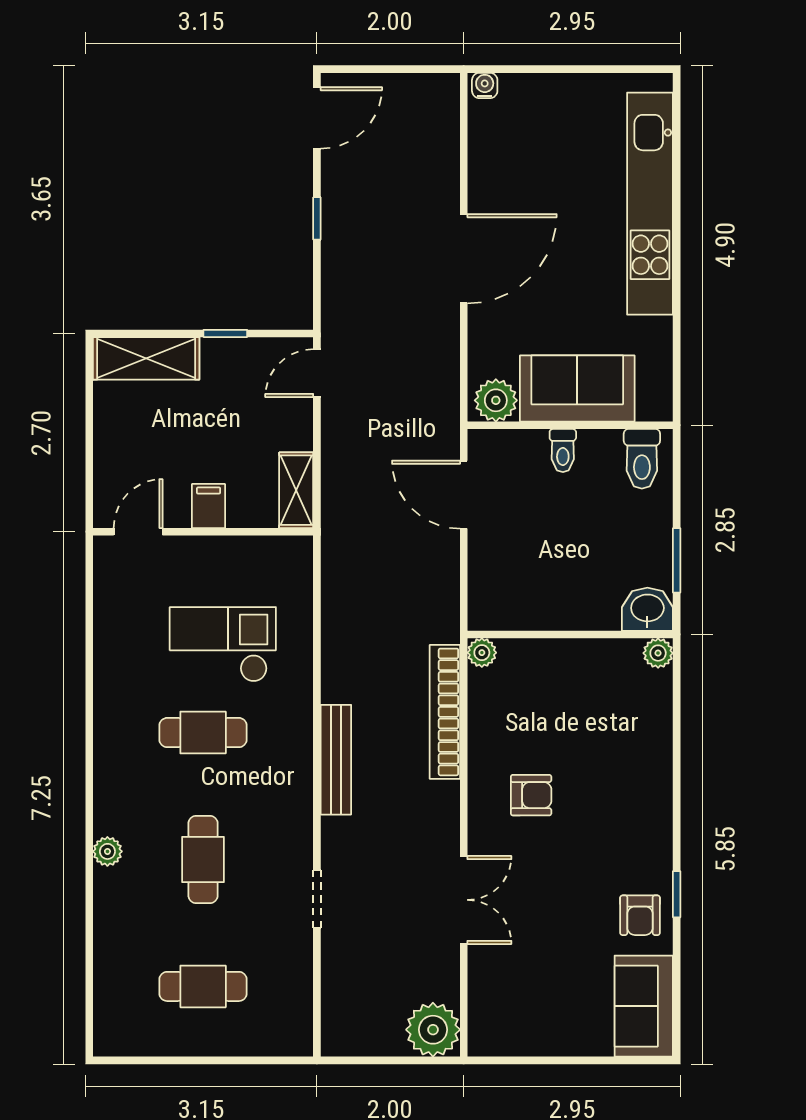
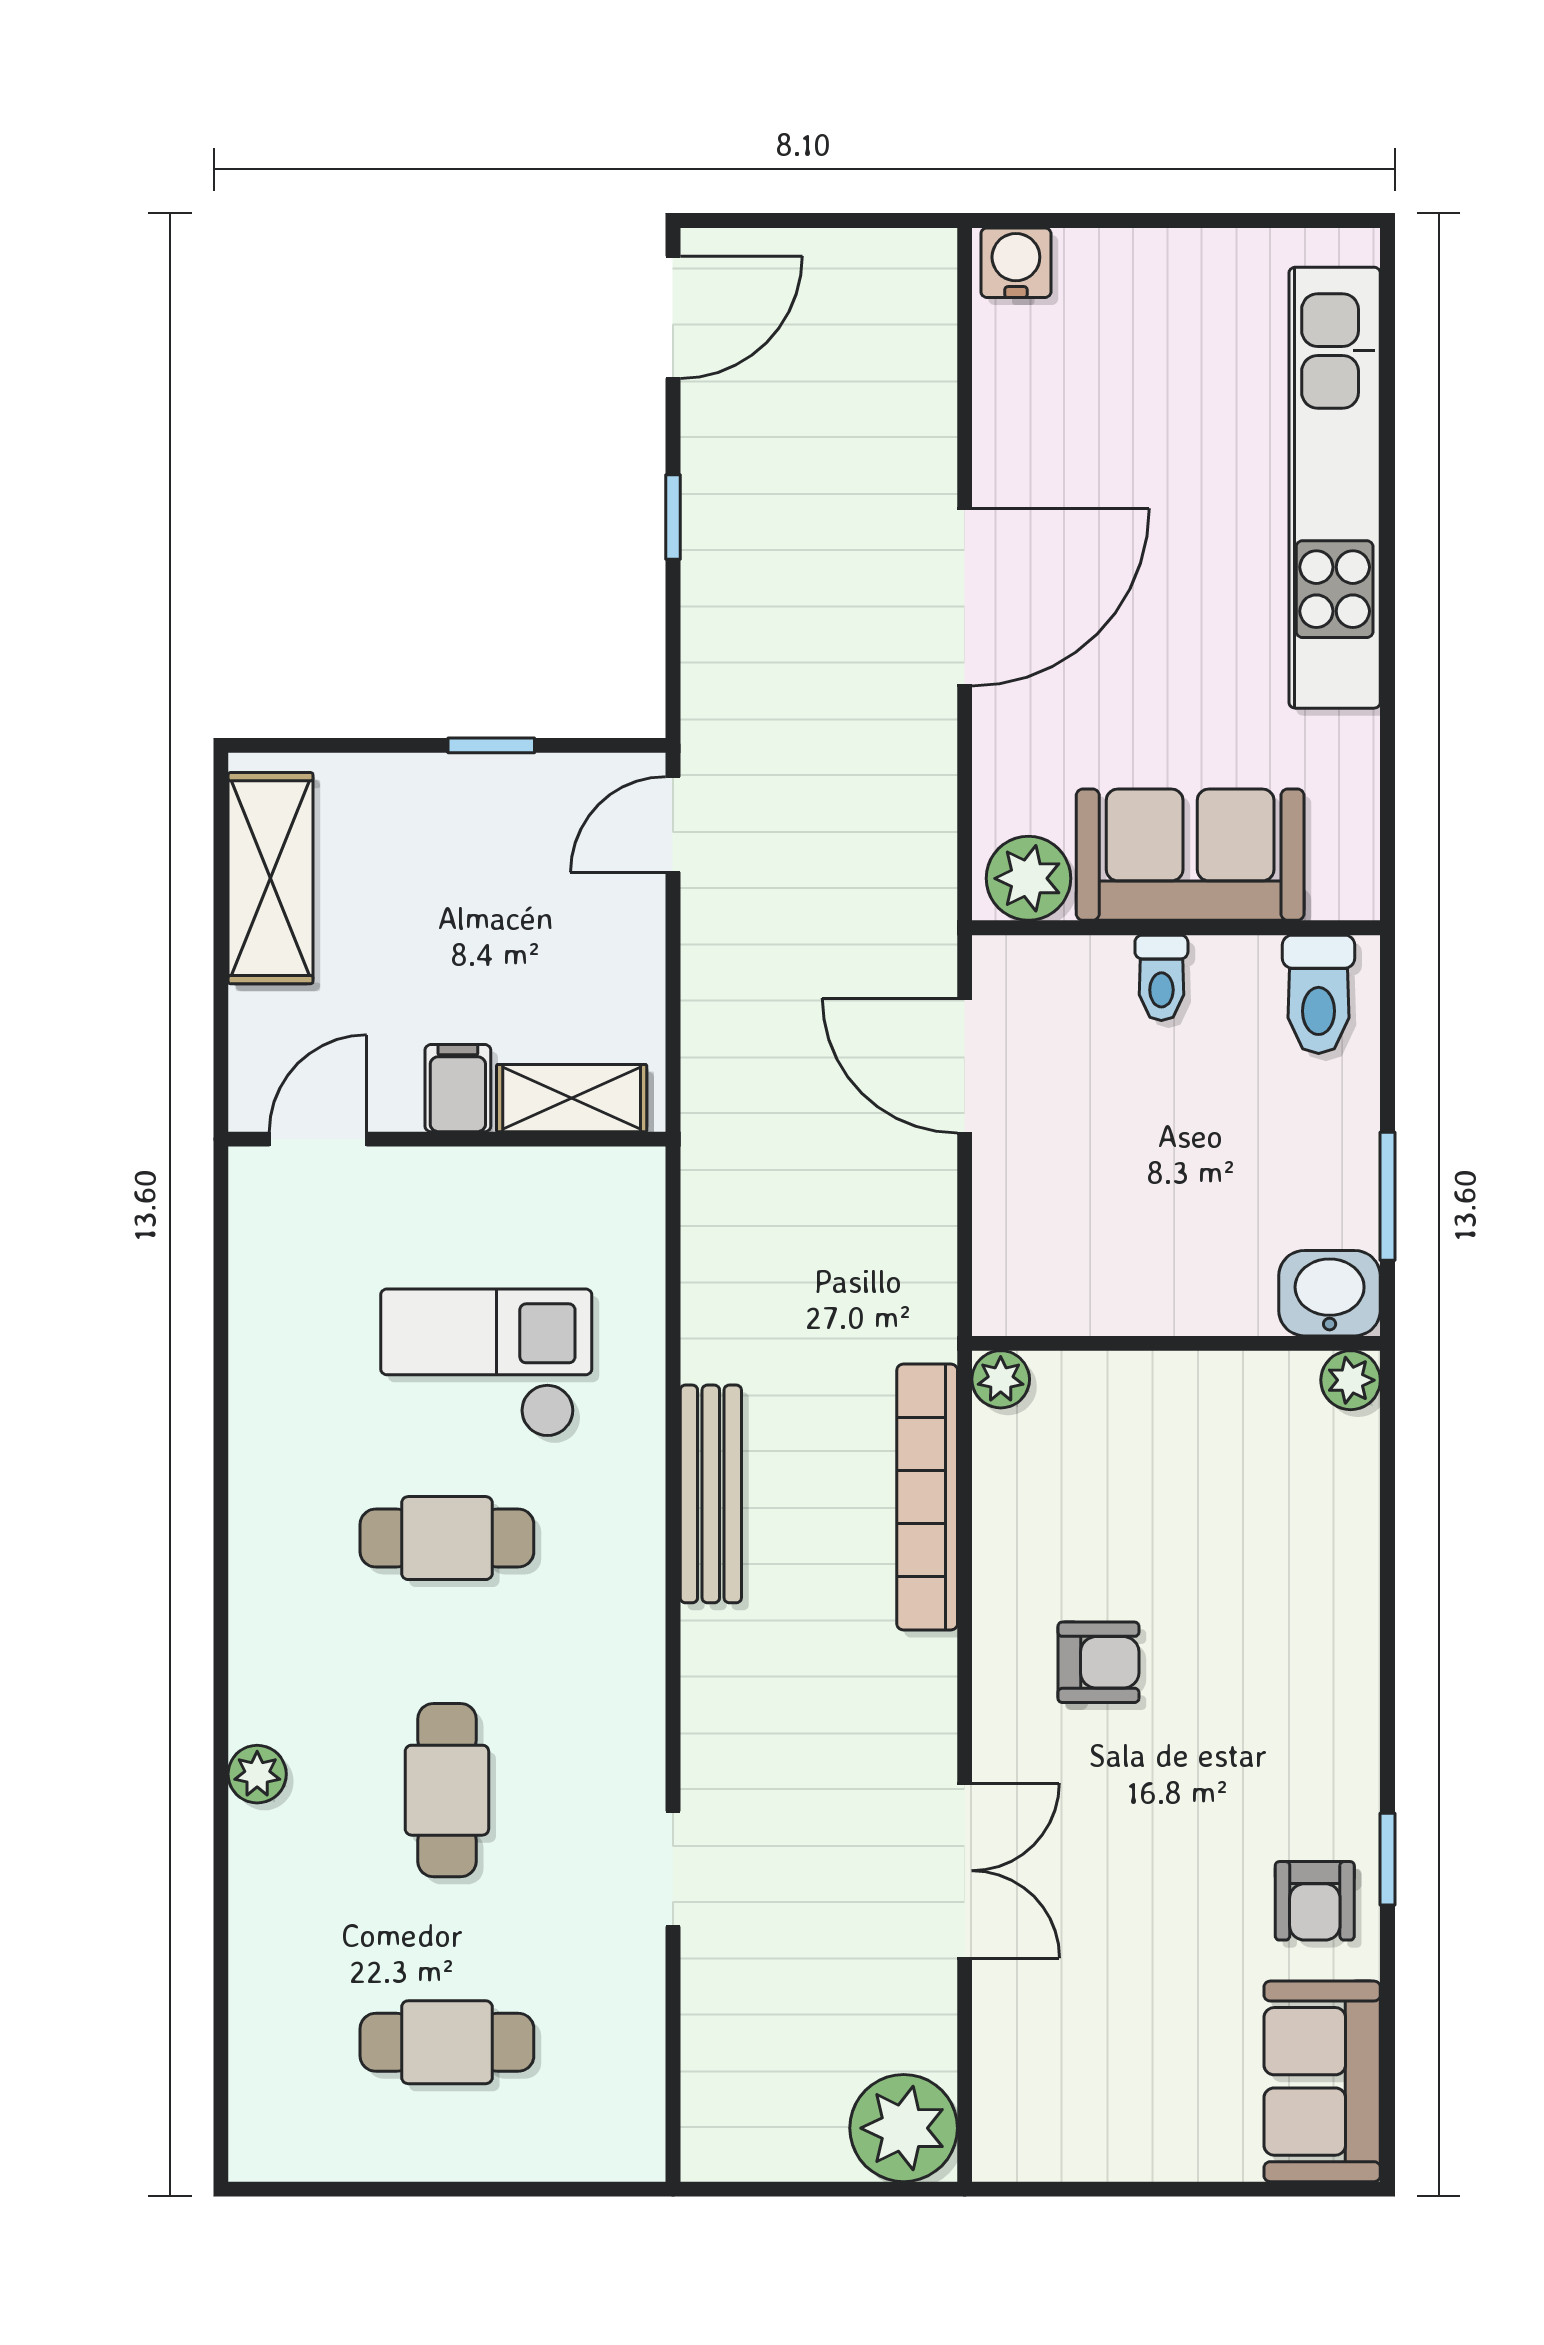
water cooler: (485, 85) -> (1016, 263), width x1.38, depth x1.38
shelving: (146, 358) -> (271, 878), moved, turned 90
shelving: (296, 490) -> (572, 1098), moved, turned 90
bench: (336, 760) -> (711, 1494), moved

